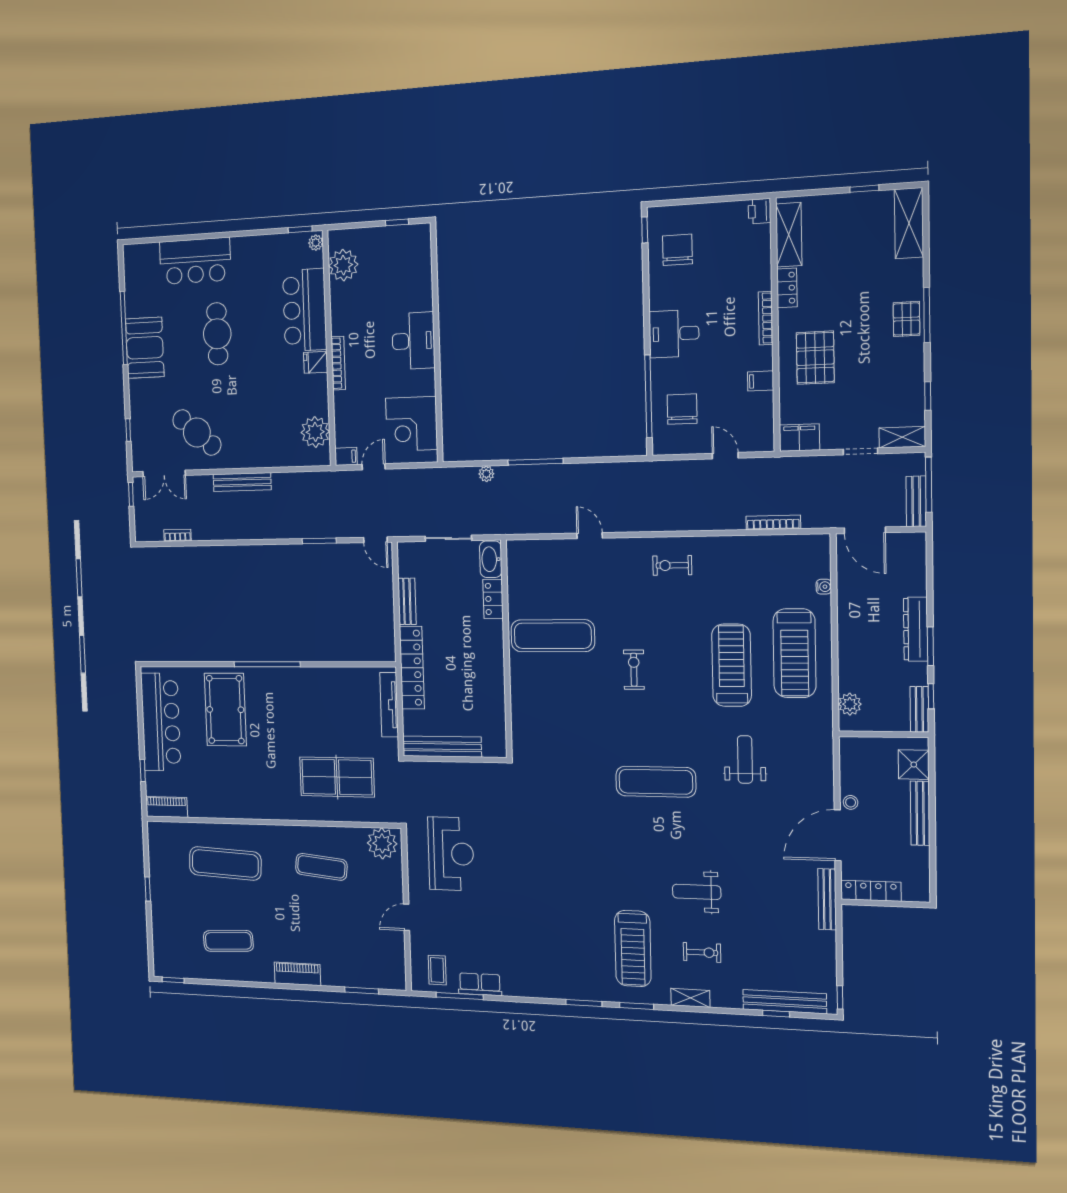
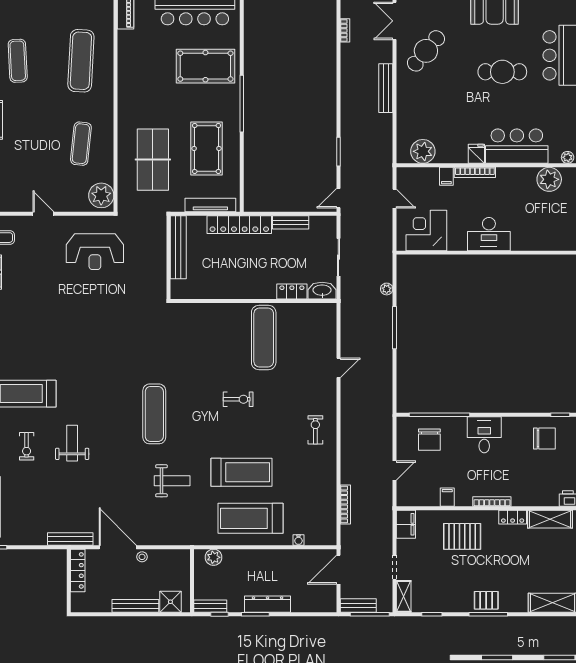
chair: (682, 409) -> (429, 440), turned 90
filing cabinet: (346, 456) -> (446, 176), moved
pool table: (321, 709) -> (207, 148), added

